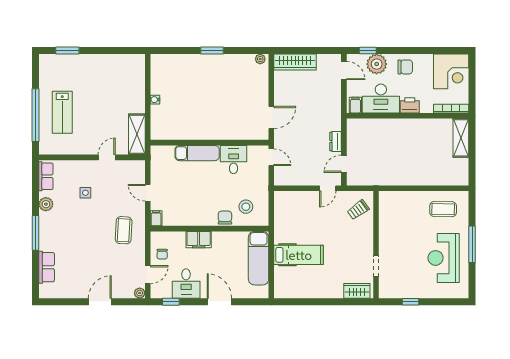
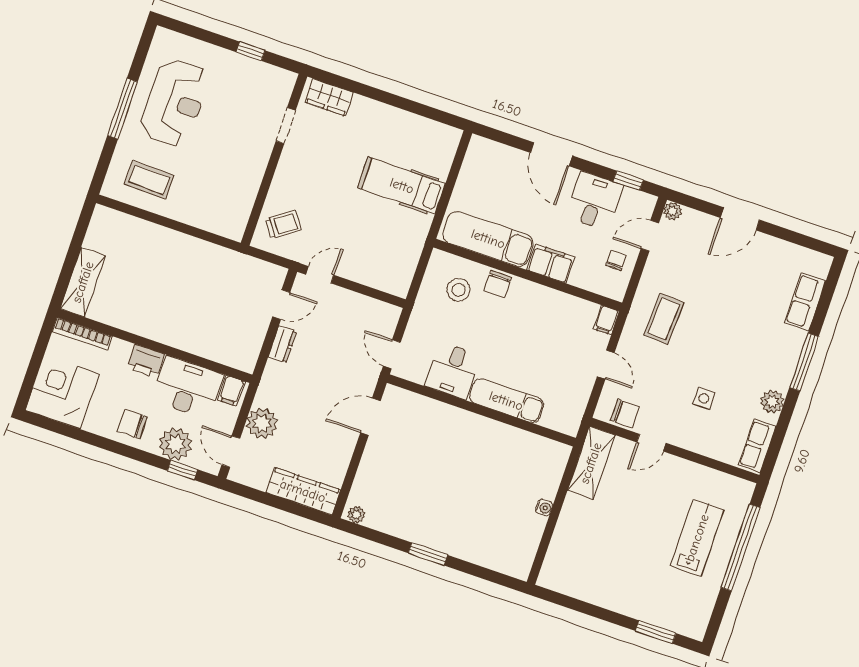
plant: (332, 93) -> (262, 423), added
chair: (127, 169) -> (625, 414), added
exam couch: (259, 258) -> (488, 239), moved, turned -90

